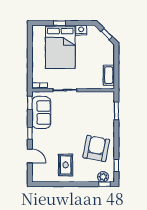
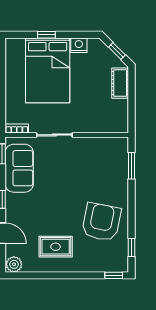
cot: (109, 75) -> (120, 83), moved
rug: (66, 165) -> (56, 247), turned 90
plant: (103, 177) -> (14, 264), moved

